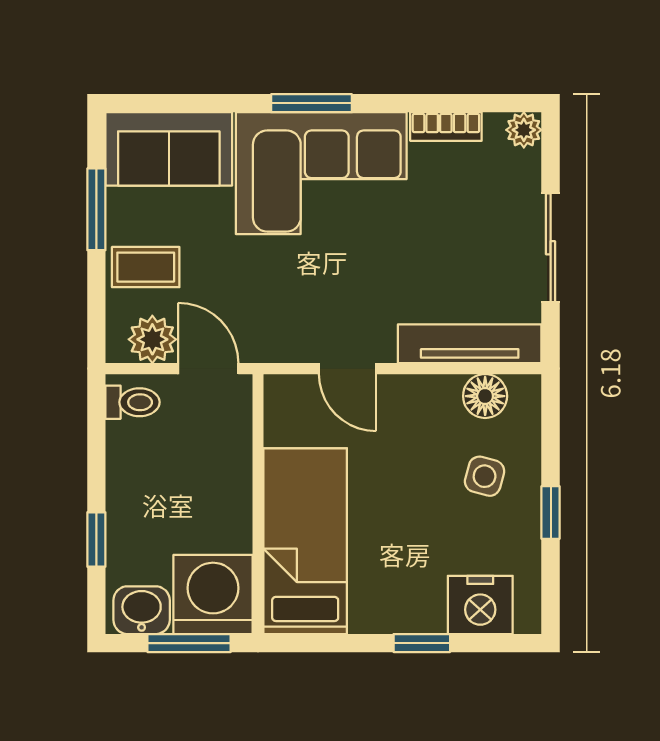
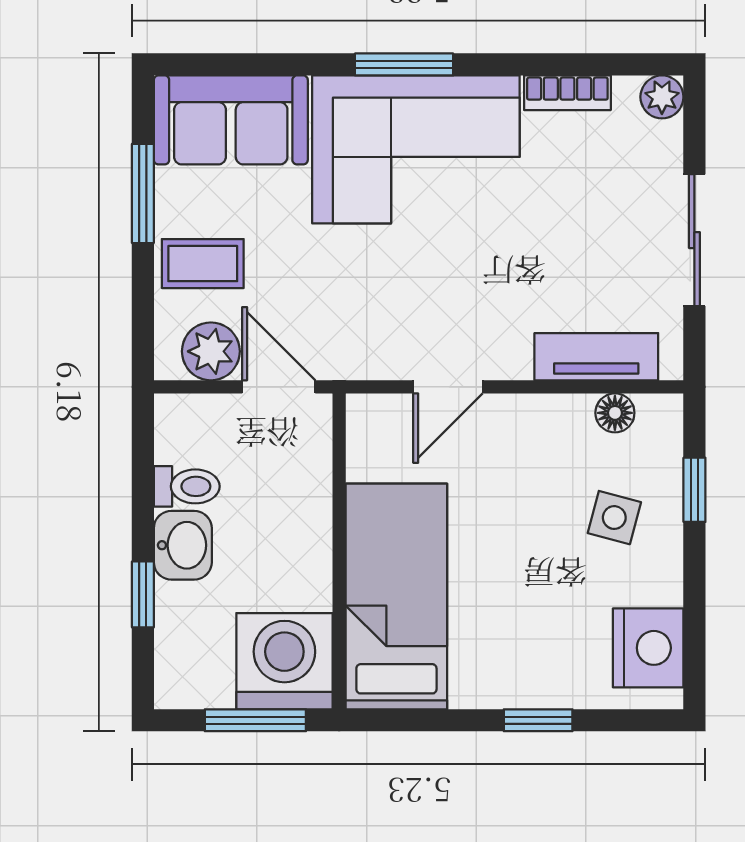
tv unit: (470, 344) -> (596, 357), width x0.71
door: (348, 369) -> (448, 387), hinge flipped
floor lamp: (485, 396) -> (615, 413), width x0.73, depth x0.73
toilet: (132, 402) -> (187, 486), moved
window: (551, 512) -> (694, 490), moved
nightstand: (480, 605) -> (648, 648), moved, turned -90
washbasin: (142, 610) -> (183, 545), moved, turned 90

